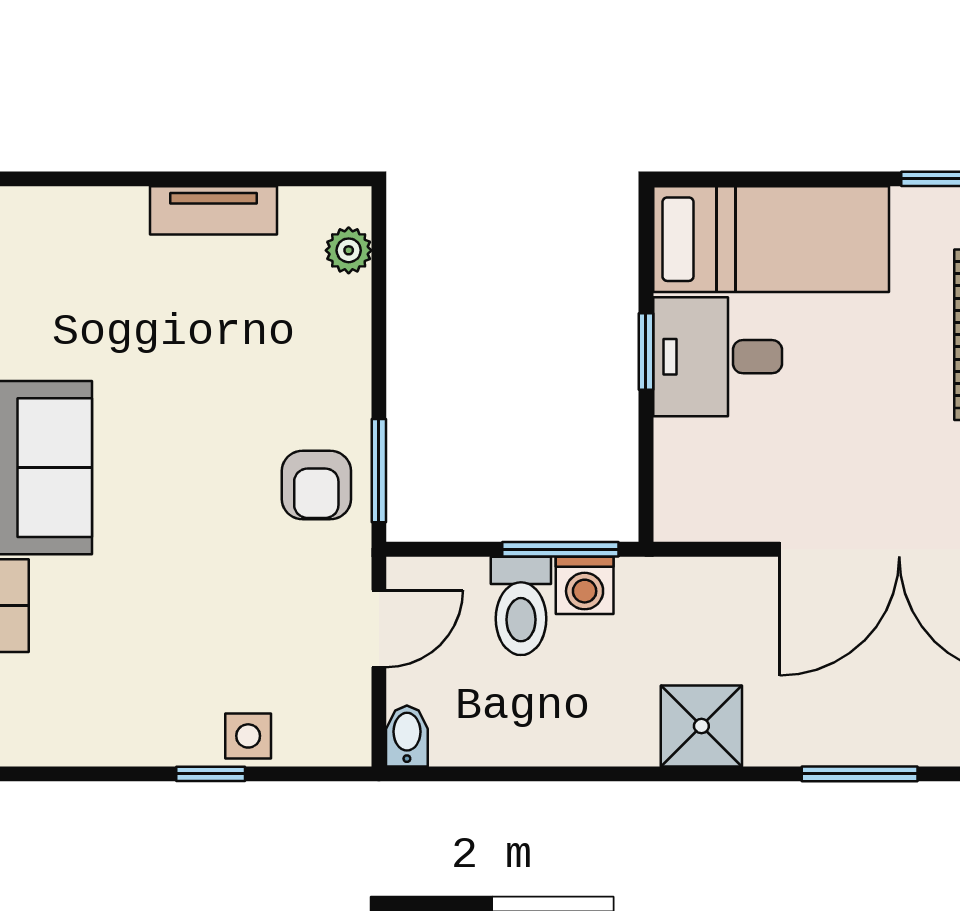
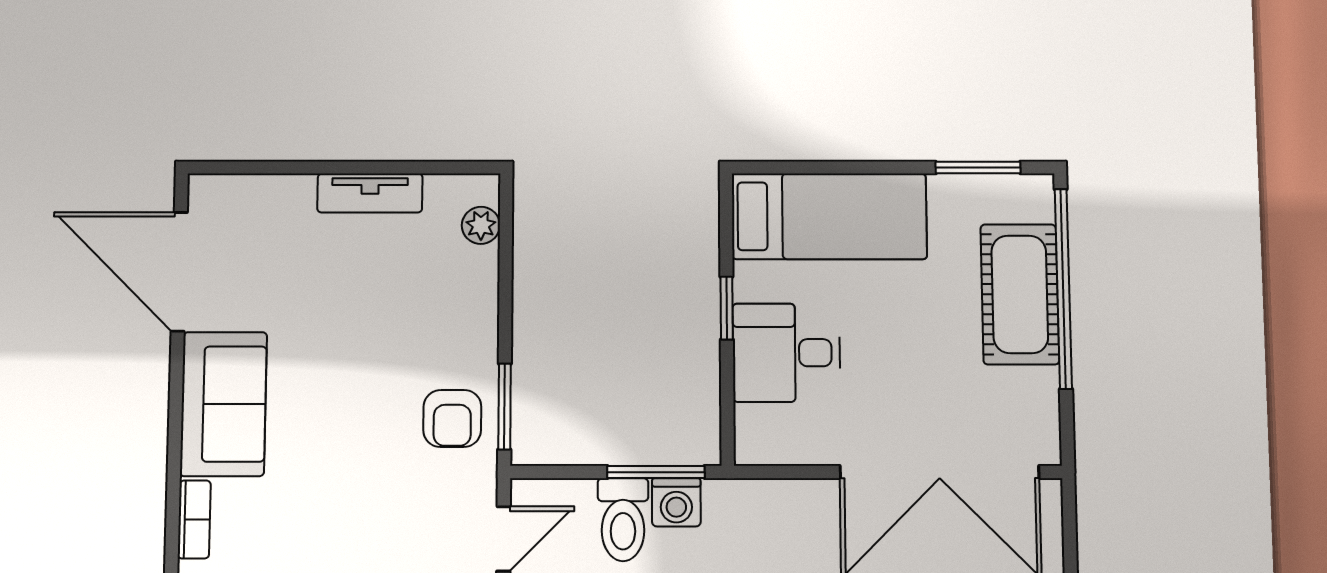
desk: (718, 357) -> (786, 353), moved

